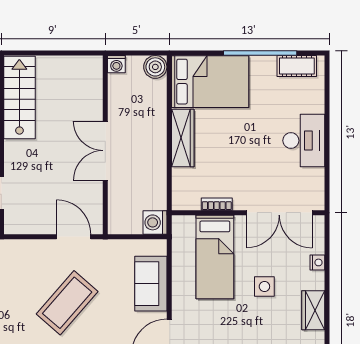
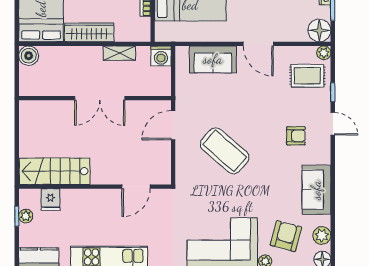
washing machine: (116, 64) -> (26, 89), removed
shelving: (158, 174) -> (119, 53), added
coffee table: (67, 303) -> (225, 151), moved

